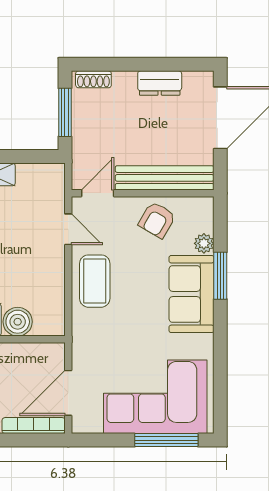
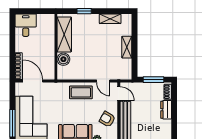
dresser: (160, 83) -> (166, 110), moved
door: (68, 229) -> (103, 81), hinge flipped

